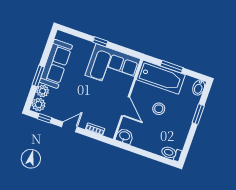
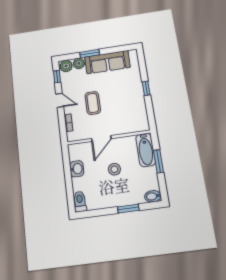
corner sofa: (113, 67) -> (130, 110), removed
bathtub: (161, 77) -> (146, 150), width x0.73, depth x0.73
coffee table: (88, 97) -> (93, 103), added
washbasin: (125, 136) -> (77, 169), moved

